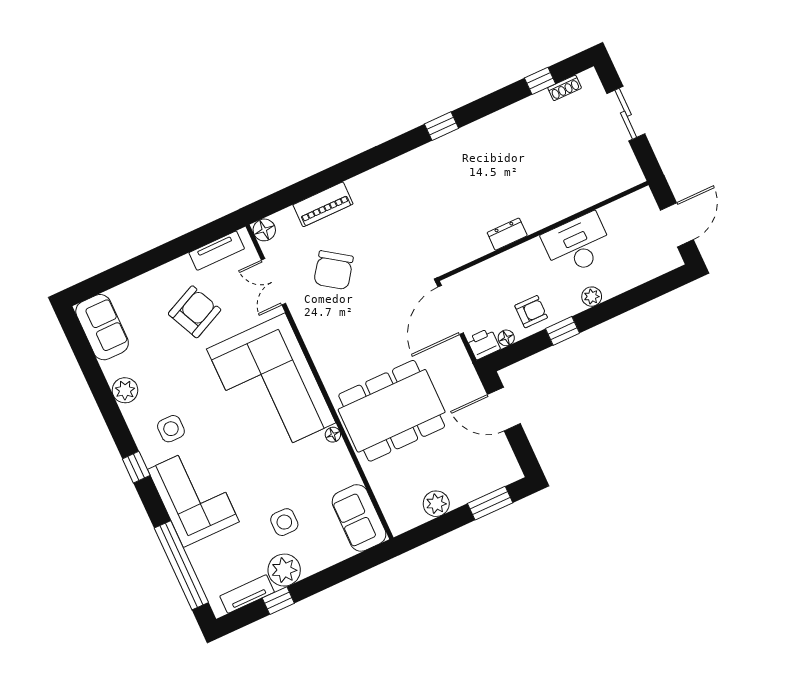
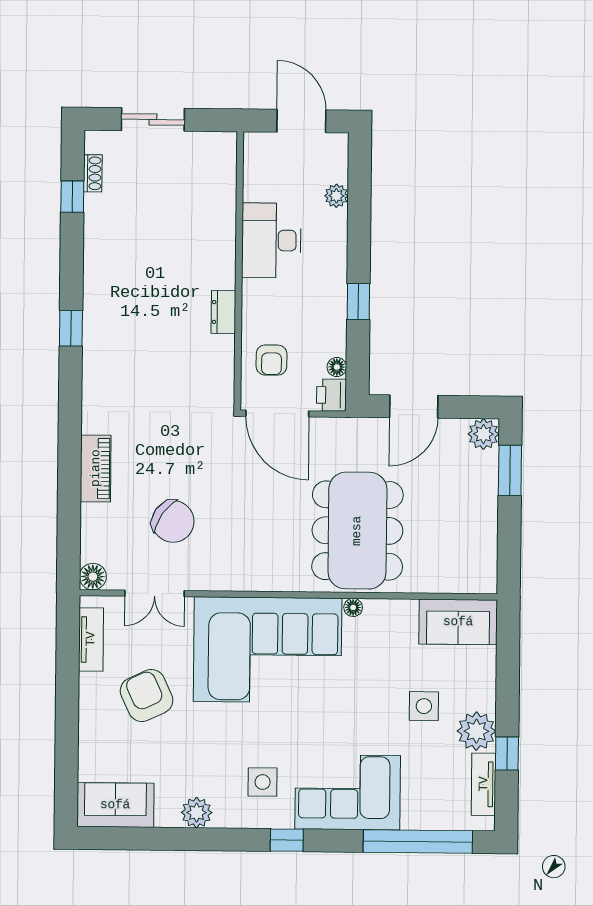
piano: (323, 204) -> (96, 468), moved
plant: (592, 297) -> (336, 196), moved
armchair: (531, 312) -> (272, 360), moved, turned 180
plant: (436, 504) -> (483, 434), moved

